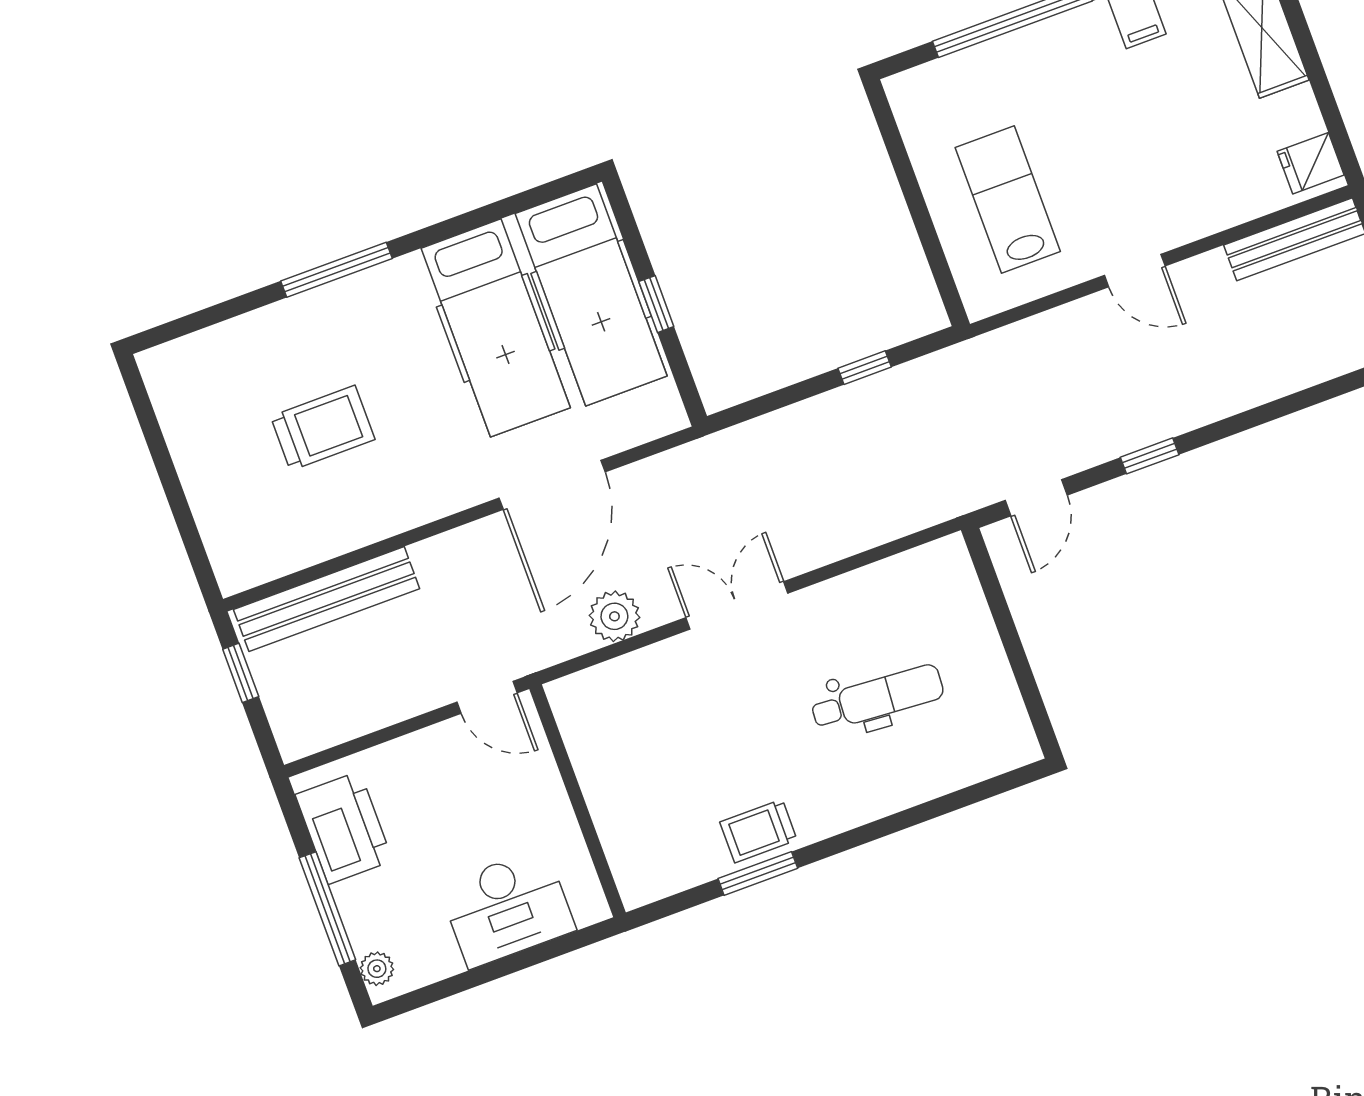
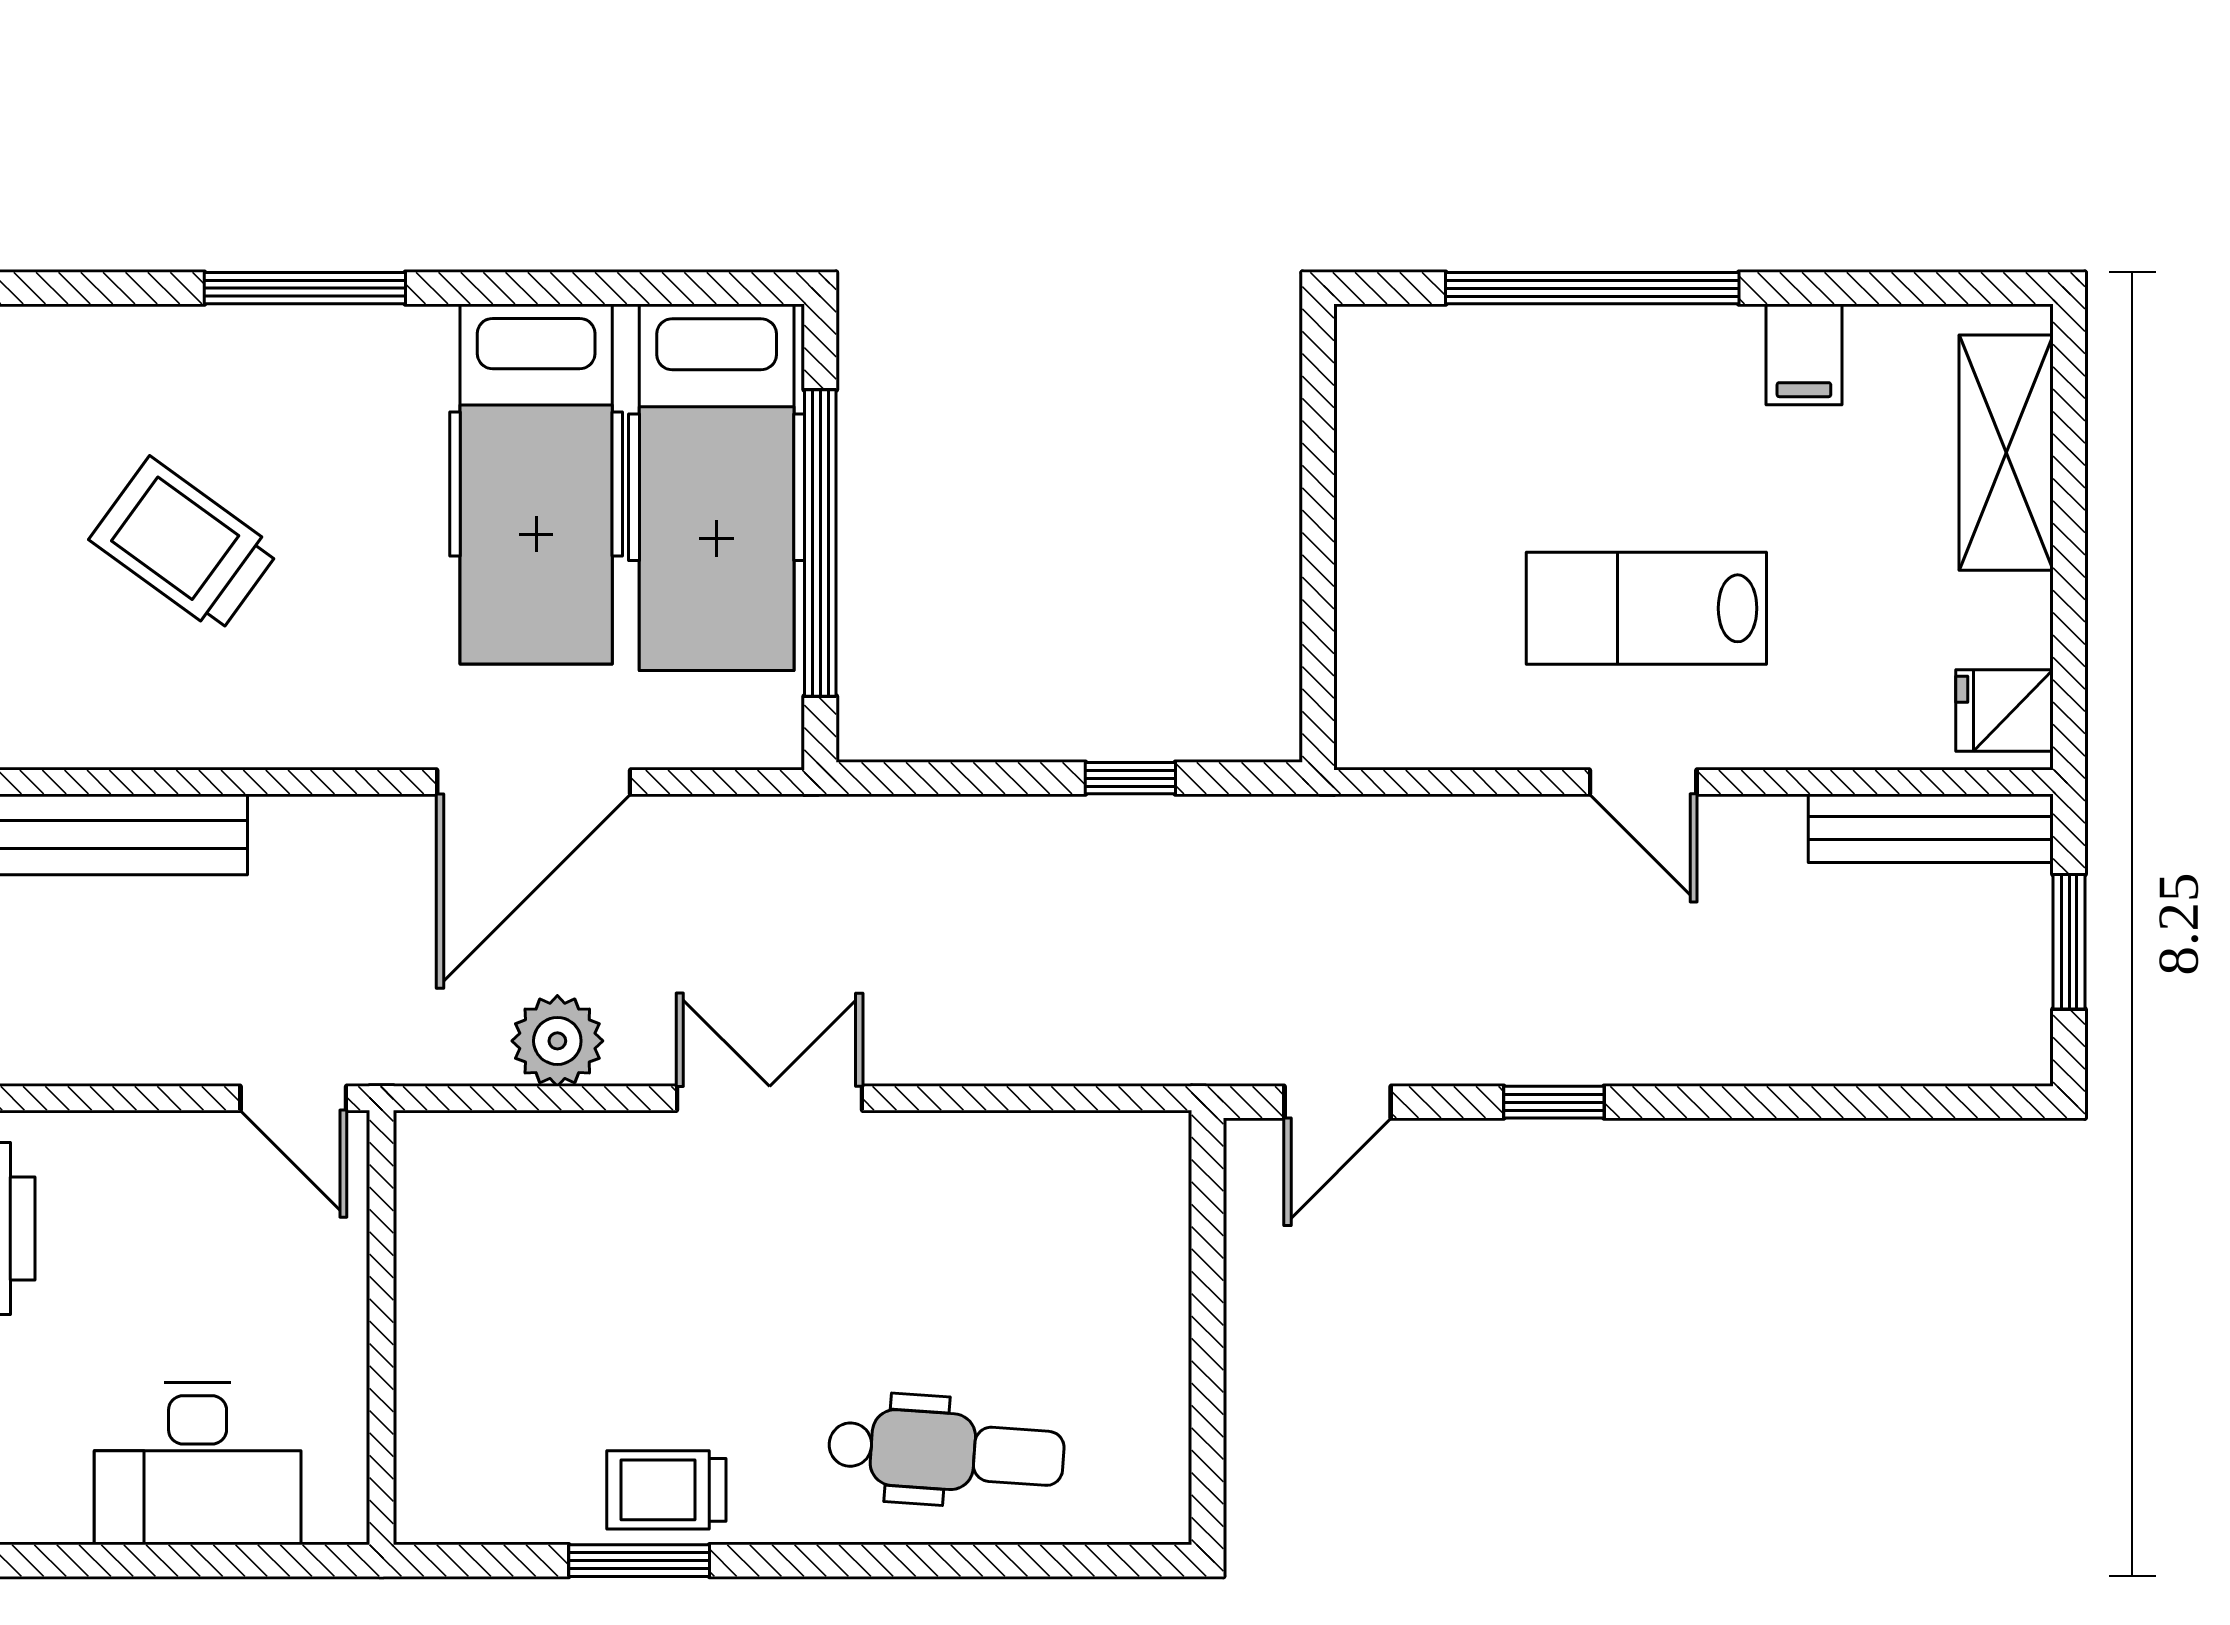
lab bench: (1008, 200) -> (1646, 608), moved, turned -90
window: (656, 304) -> (820, 543), width x3.17
trolley: (323, 428) -> (184, 545), turned -144
dental chair: (877, 698) -> (946, 1451), moved

